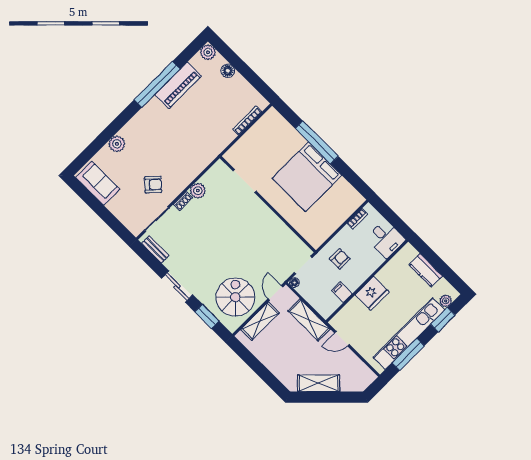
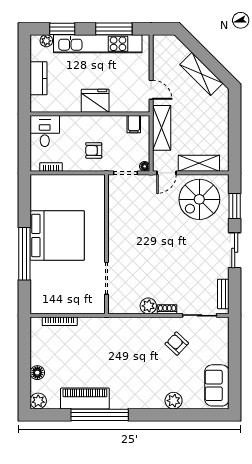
filing cabinet: (342, 292) -> (134, 124), moved

